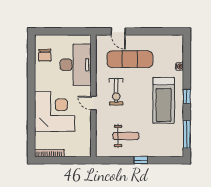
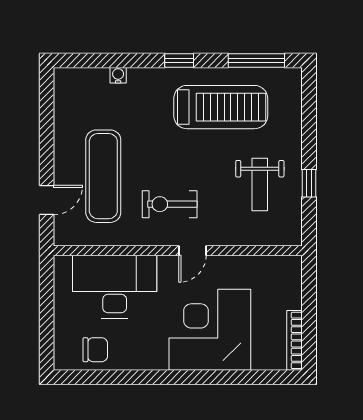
exercise bike: (116, 92) -> (170, 204), turned 180
treadmill: (164, 100) -> (221, 107), moved
weight bench: (126, 136) -> (260, 184), turned 180
window: (141, 160) -> (309, 183), moved

